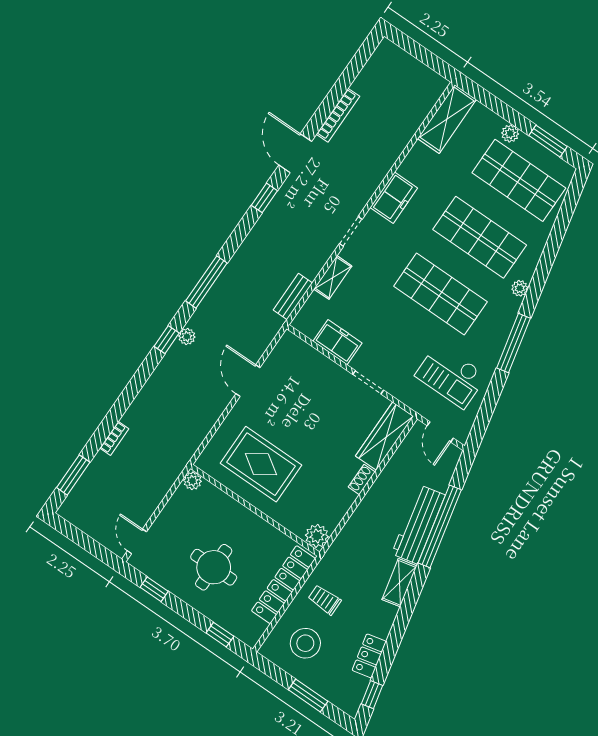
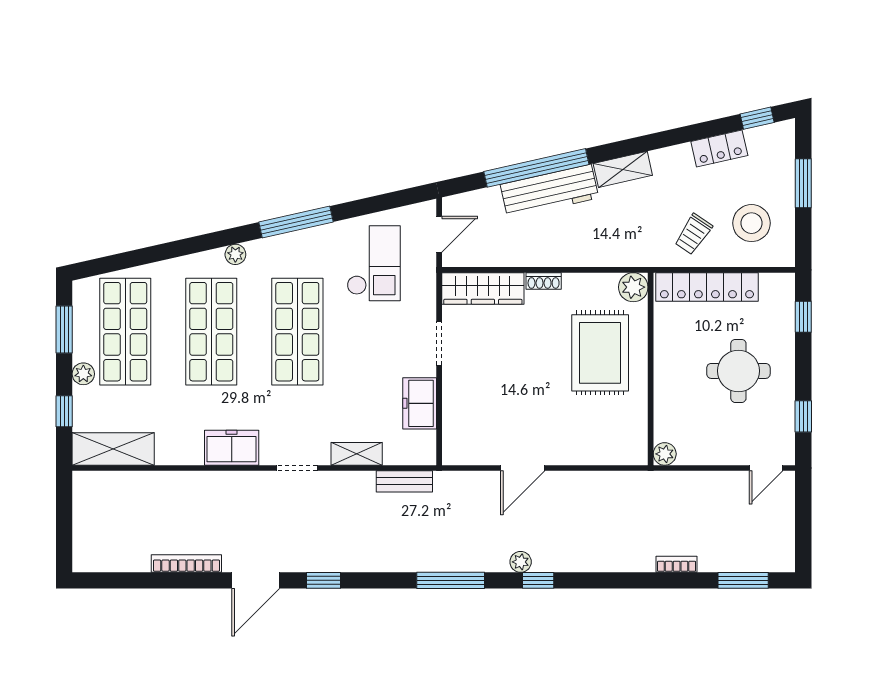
window: (494, 104) -> (64, 411), added
rug: (261, 464) -> (600, 353), moved
trolley: (324, 600) -> (693, 234), turned 34

